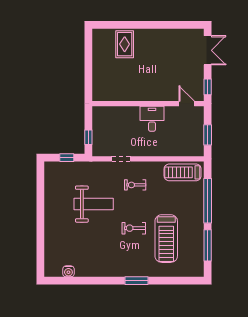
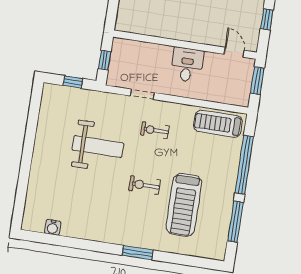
wall: (148, 104) -> (185, 45), moved
door: (187, 104) -> (234, 52), moved
desk: (152, 119) -> (187, 65), moved

